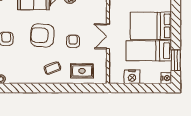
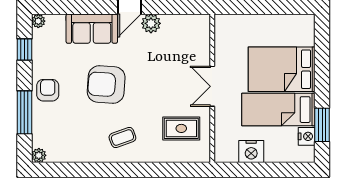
armchair: (73, 41) -> (156, 94), removed
rug: (82, 71) -> (181, 128), moved
nightstand: (166, 78) -> (307, 136), moved

